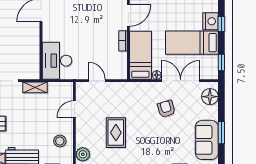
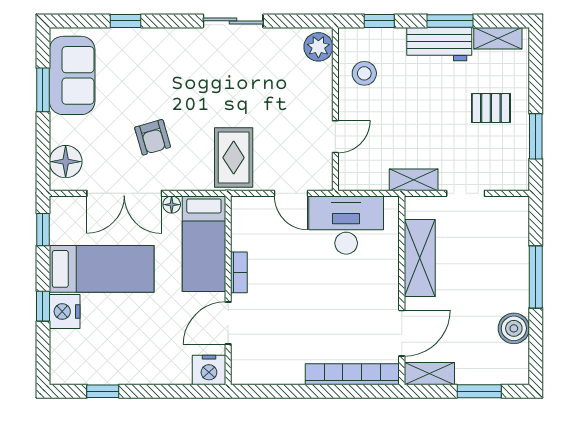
shelving: (32, 48) -> (420, 258), added
desk: (57, 61) -> (346, 225), moved, turned -90
rug: (116, 133) -> (234, 158), moved

